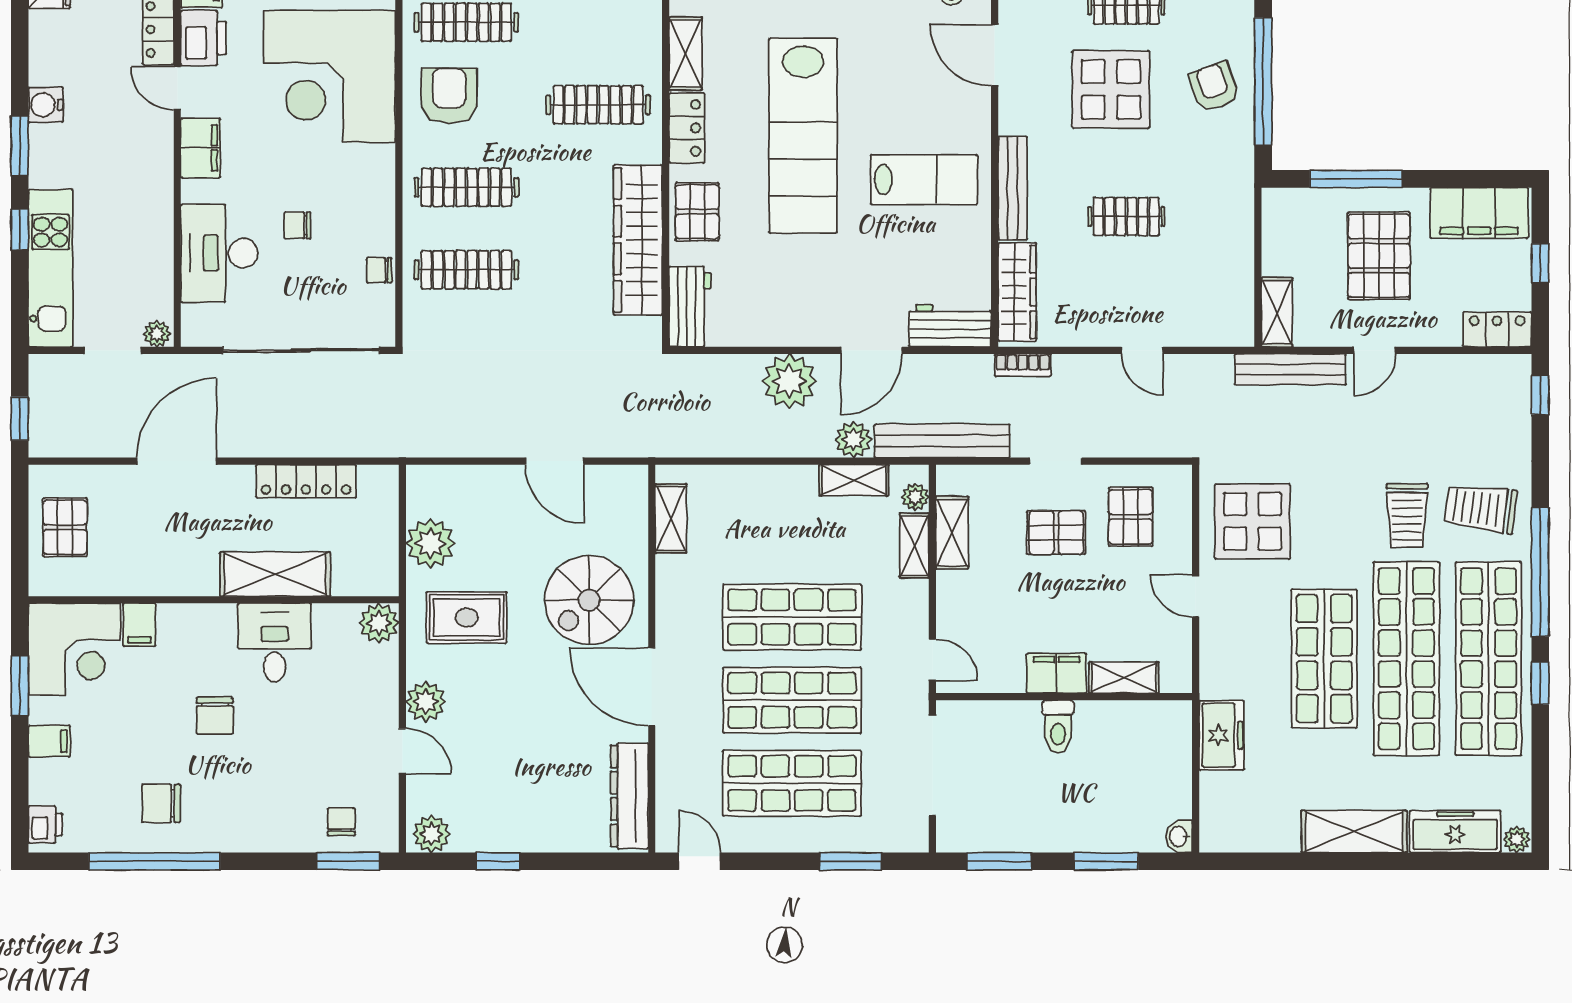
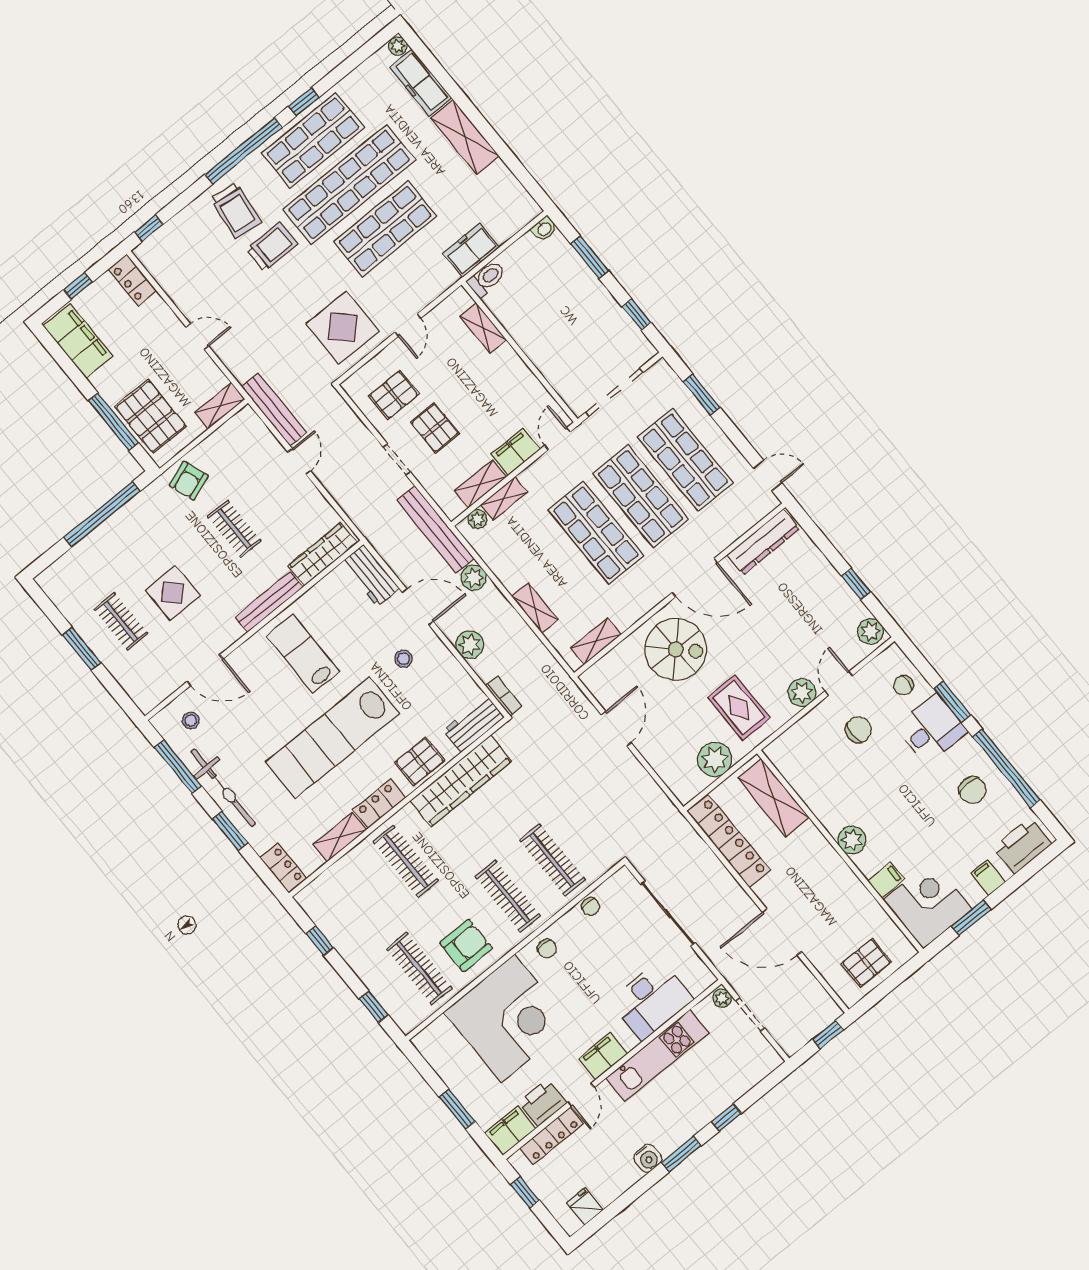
door: (995, 55) -> (205, 670), hinge flipped
armchair: (1214, 87) -> (189, 481), moved
display table: (1111, 89) -> (173, 593), width x0.73, depth x0.73
armchair: (449, 96) -> (466, 945), turned 180
lab bench: (803, 136) -> (333, 738), turned 180
chair: (297, 225) -> (547, 949), moved
pallet: (1379, 256) -> (151, 417), moved, turned 90
kitchen unit: (51, 268) -> (657, 1056), moved, turned 180
stool: (827, 287) -> (404, 659), added
sliding door: (301, 350) -> (668, 914), width x0.73
bookcase: (1023, 365) -> (504, 696), moved
bench: (1290, 369) -> (274, 410), moved
plant: (789, 381) -> (470, 645), width x0.73, depth x0.73
shelving: (854, 480) -> (535, 608), moved
locker: (306, 481) -> (729, 841), width x1.41, depth x1.21
shelving: (275, 574) -> (774, 798), moved
plant: (379, 623) -> (852, 840), moved
desk: (275, 643) -> (932, 729), moved, turned 180
shop shelf: (1489, 659) -> (313, 140), width x0.71
filing cabinet: (1057, 673) -> (516, 452), moved, turned 90
door: (652, 687) -> (695, 578), hinge flipped
chair: (215, 716) -> (858, 730), moved
toilet: (1058, 727) -> (487, 278), moved
printer: (45, 825) -> (1022, 846), width x1.87, depth x1.48
window: (348, 861) -> (952, 702), moved
door: (700, 861) -> (768, 475), swing flipped
window: (999, 861) -> (636, 315), width x0.67

